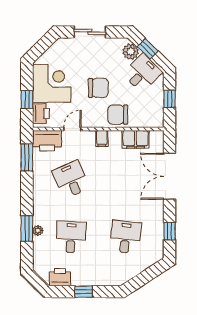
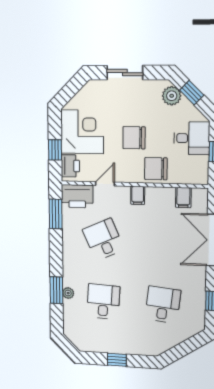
desk: (142, 73) -> (192, 138), moved, turned 46
chair: (98, 88) -> (134, 138), turned 180
filing cabinet: (136, 139) -> (183, 198), width x0.50
printer: (60, 277) -> (92, 343), removed

